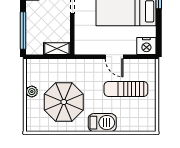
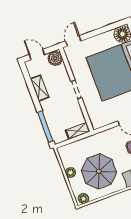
plant: (36, 126) -> (84, 199), added

